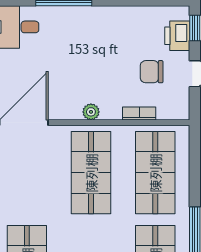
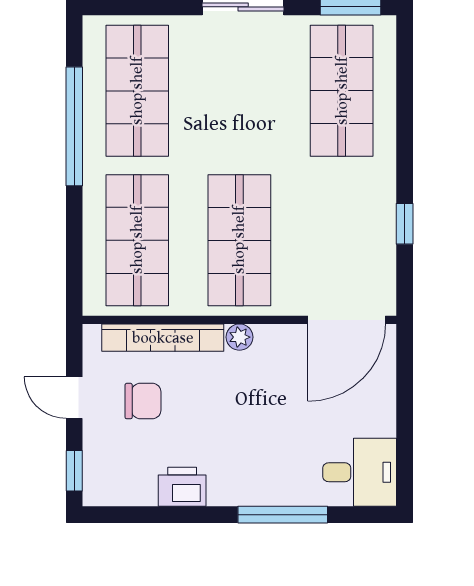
printer: (177, 36) -> (182, 487), moved, turned -90
bookcase: (139, 114) -> (163, 338), width x2.31, depth x1.31

